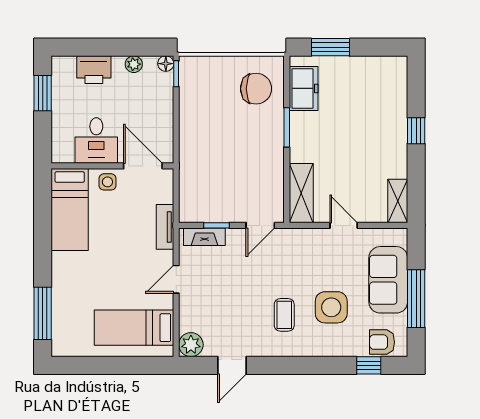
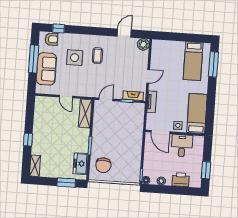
chair: (256, 89) -> (103, 165), turned -90
shelving: (398, 201) -> (35, 166), moved
bed: (134, 328) -> (193, 61), moved, turned 90

